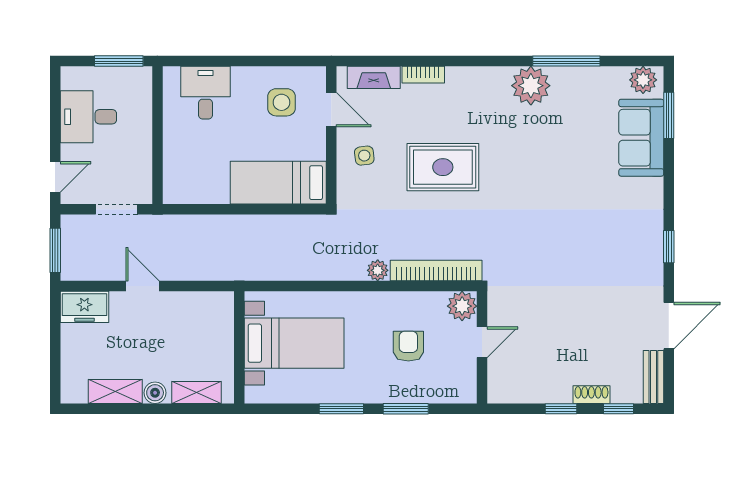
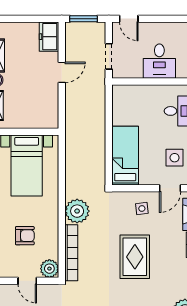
desk: (88, 117) -> (159, 61), moved, turned 180
plant: (378, 270) -> (77, 211), width x1.88, depth x1.88

